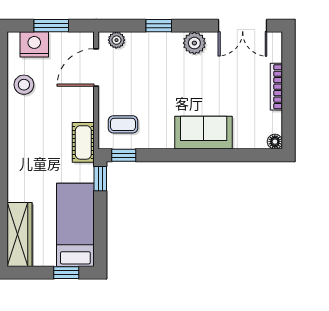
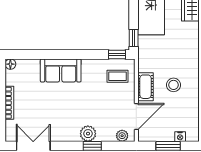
plant: (194, 43) -> (88, 134), moved
nightstand: (34, 44) -> (180, 137), width x0.53, depth x0.56
stool: (24, 85) -> (174, 85), moved
cot: (83, 142) -> (146, 87), moved

